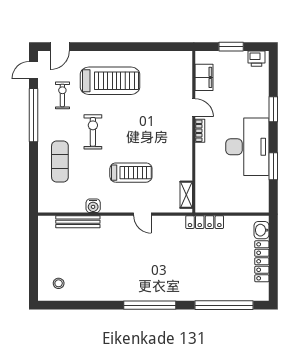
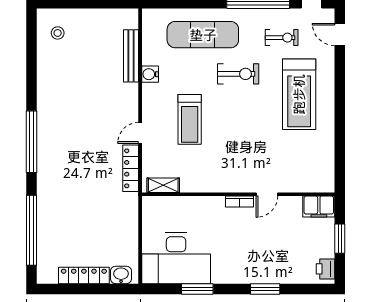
filing cabinet: (204, 77) -> (319, 207), moved
desk: (247, 147) -> (176, 258), moved
exercise mat: (60, 162) -> (203, 35), width x1.36, depth x1.45
locker: (205, 222) -> (131, 168), moved

